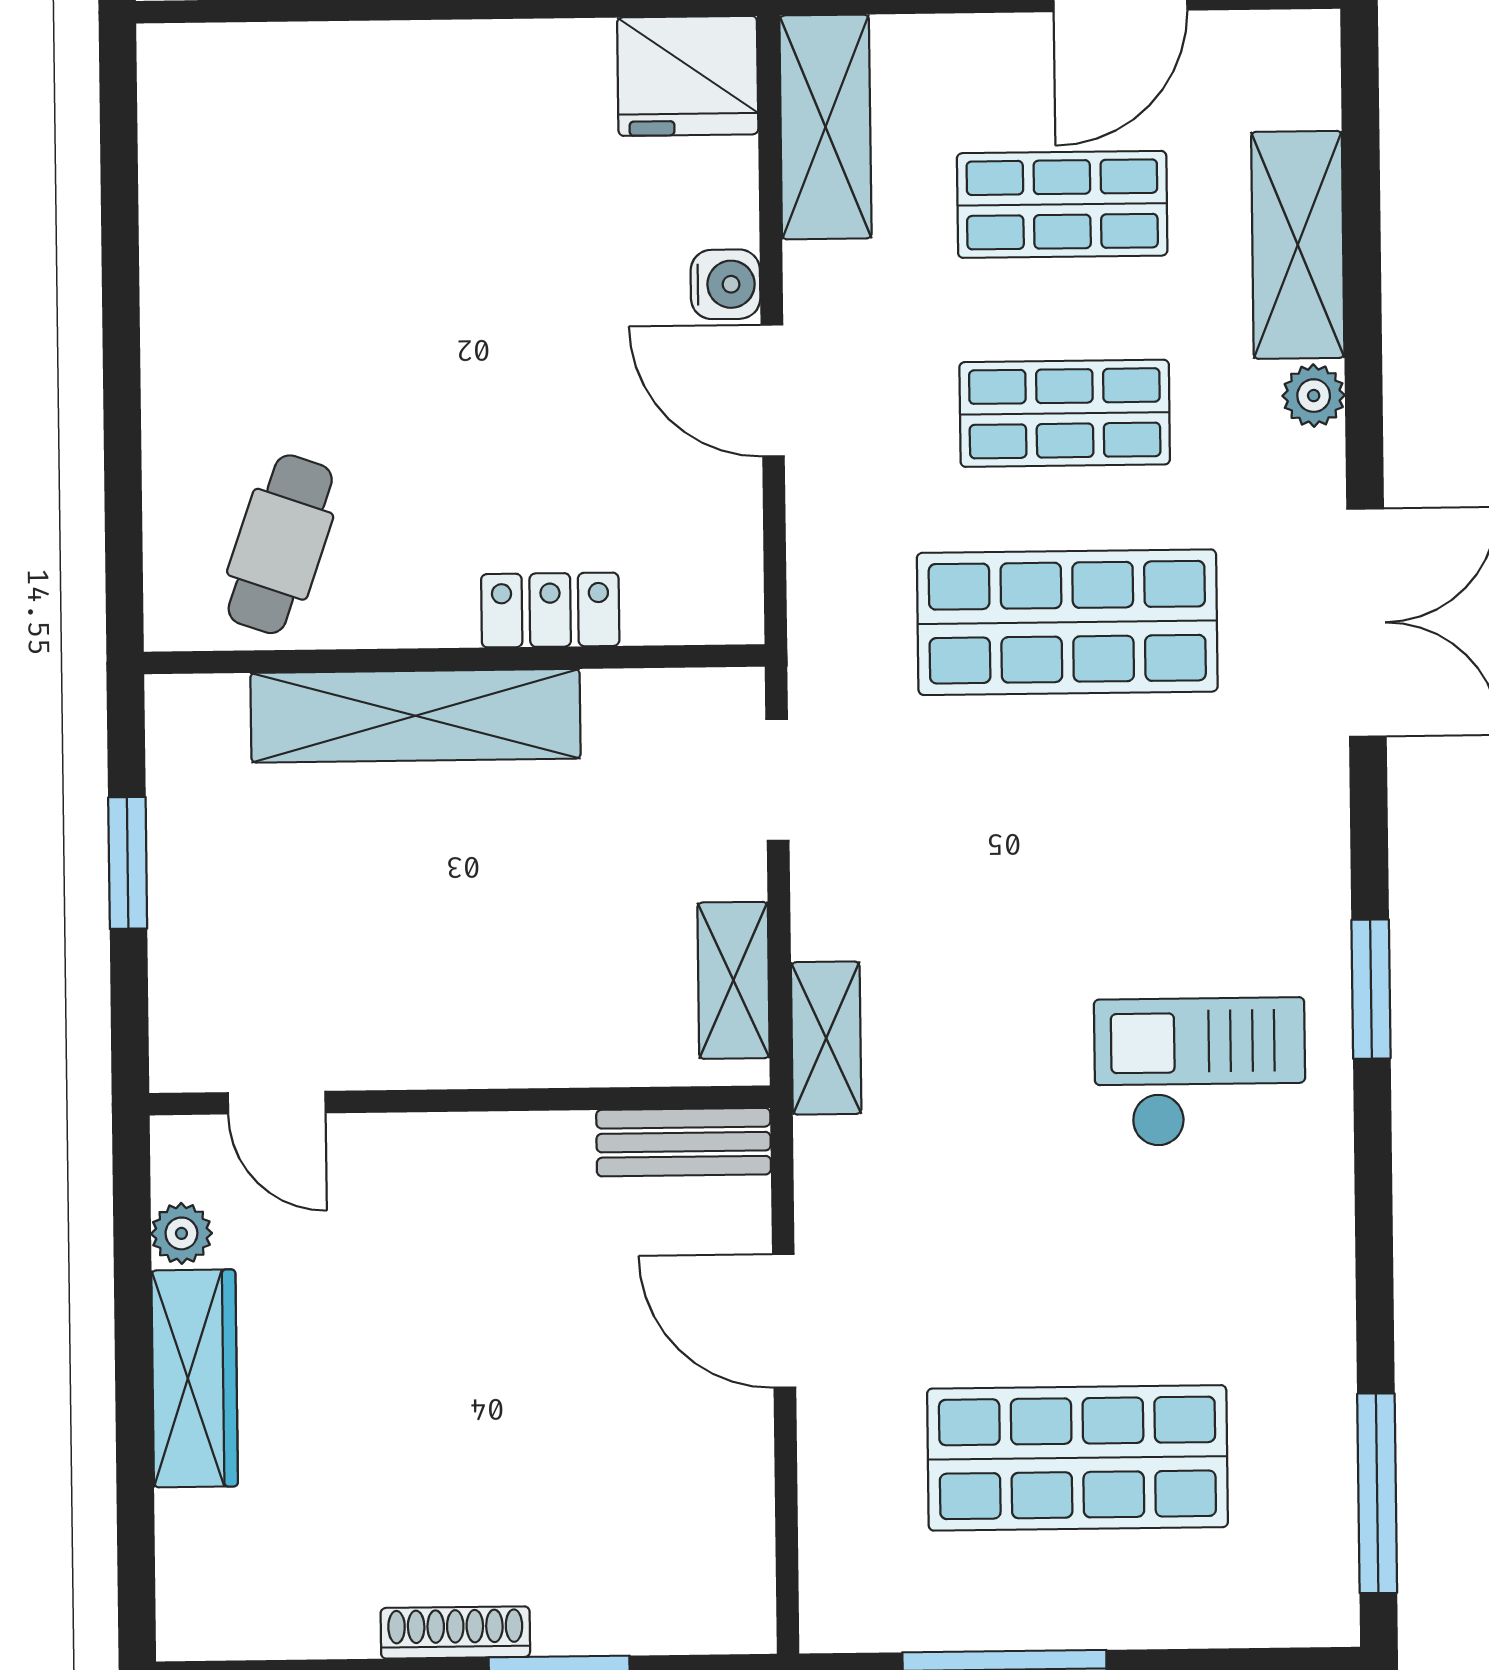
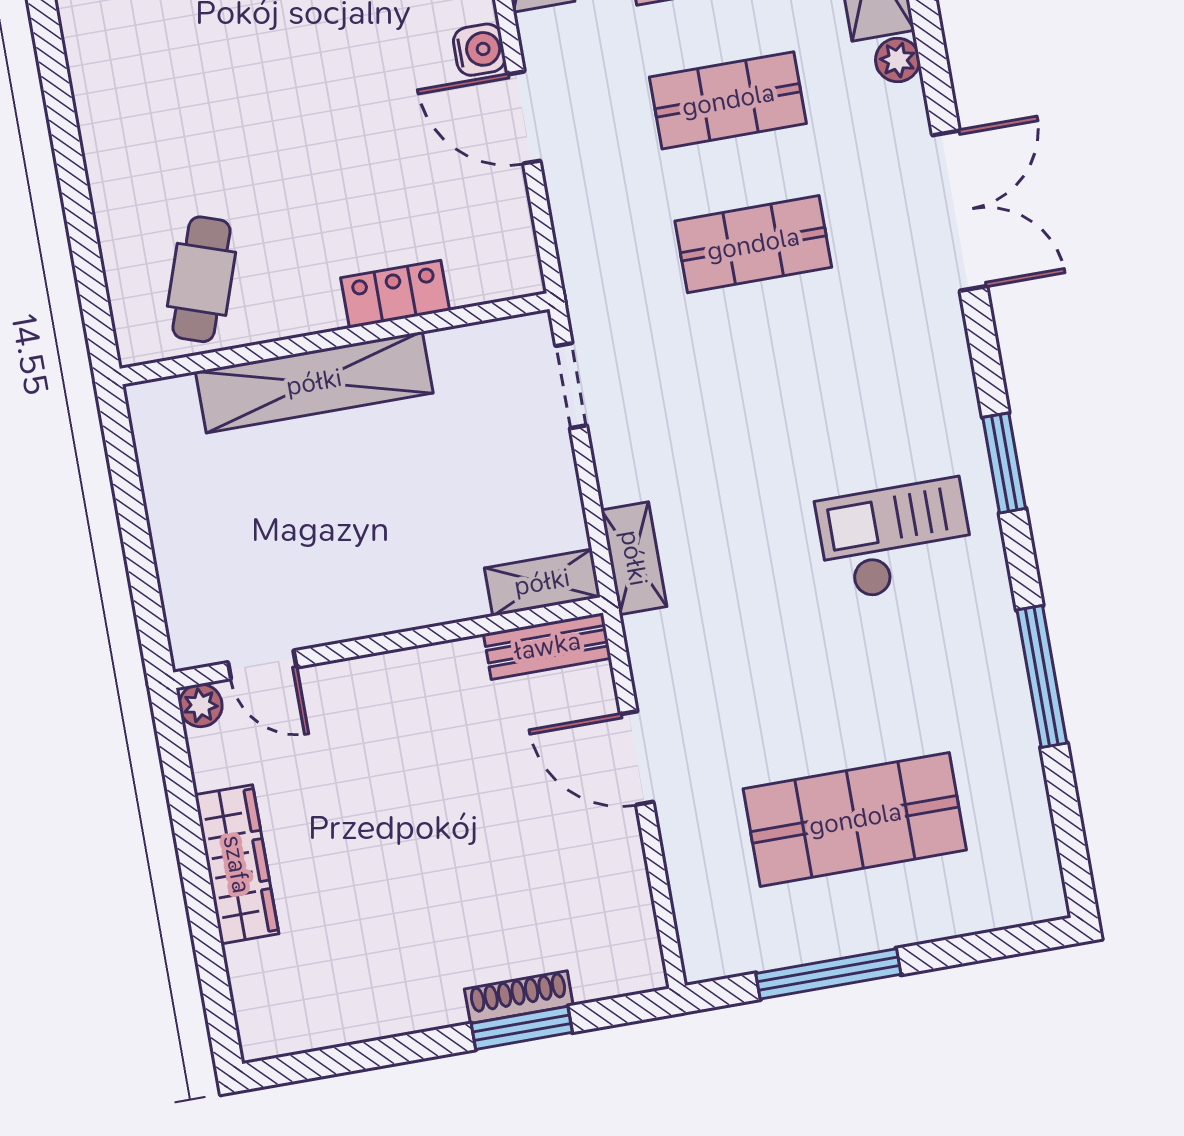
shop shelf: (1067, 622) -> (753, 244), width x0.70, depth x0.74
window: (128, 863) -> (132, 516), removed
shelving: (733, 980) -> (542, 582), moved, turned 90
plant: (181, 1233) -> (201, 705), moved
window: (1377, 1493) -> (1042, 677), moved
shoe rack: (455, 1632) -> (519, 997), moved

